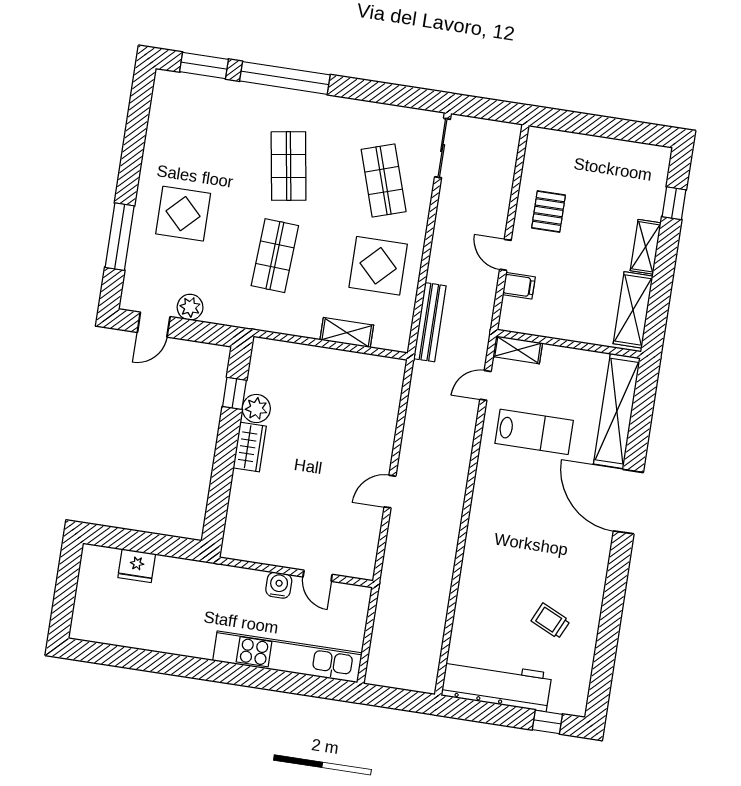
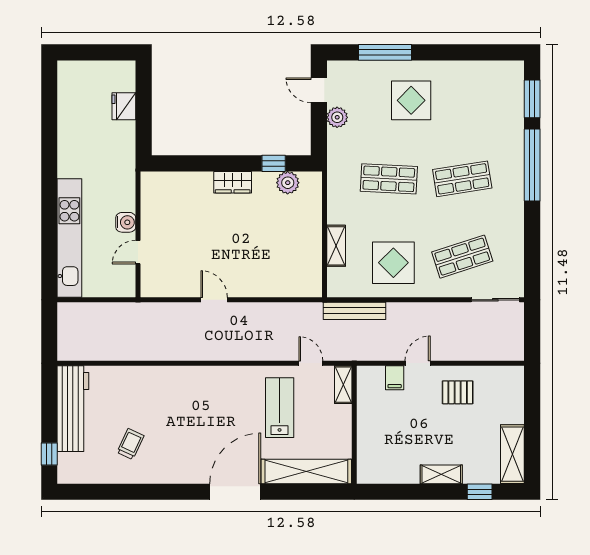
shelving: (633, 310) -> (512, 454), moved, turned 90
plant: (256, 408) -> (288, 183), moved
lab bench: (534, 432) -> (280, 408), turned 180

